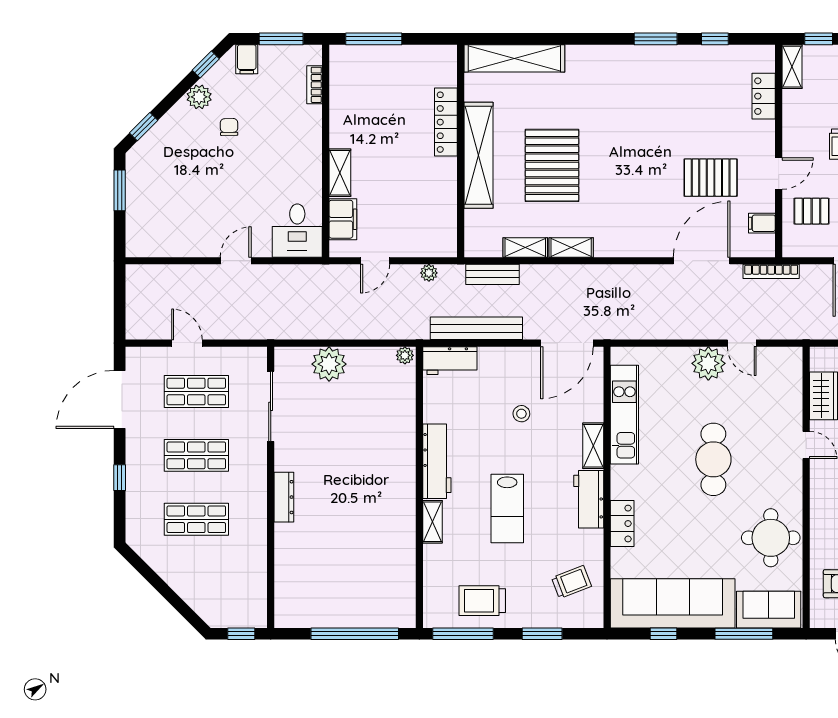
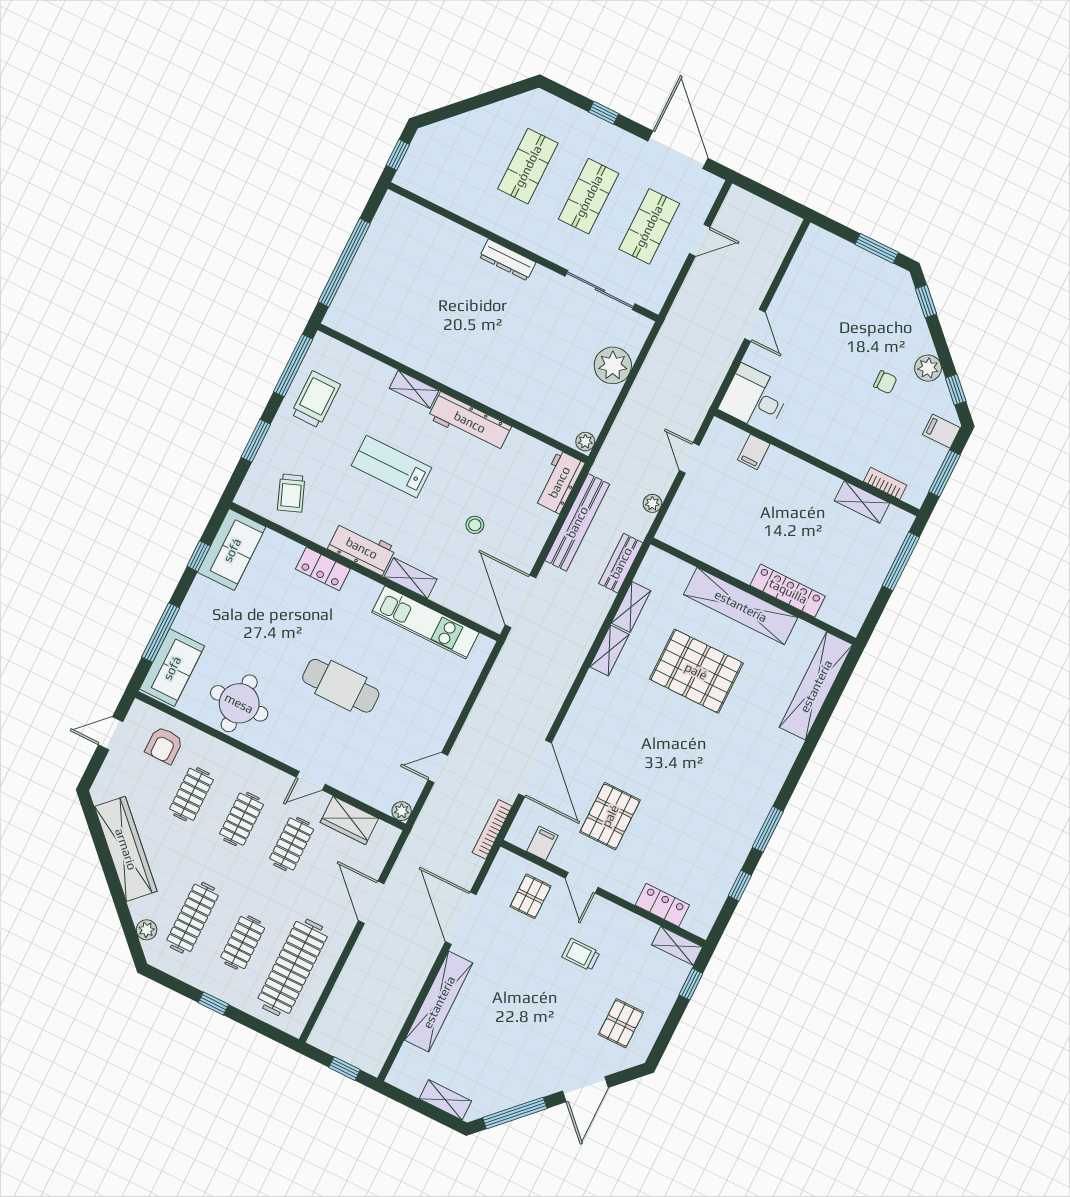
shelving: (340, 173) -> (862, 502), moved
filing cabinet: (343, 219) -> (754, 452), width x0.50
plant: (708, 363) -> (402, 811), moved, width x0.53, depth x0.53
sofa: (673, 603) -> (232, 550), width x0.54, depth x0.79

